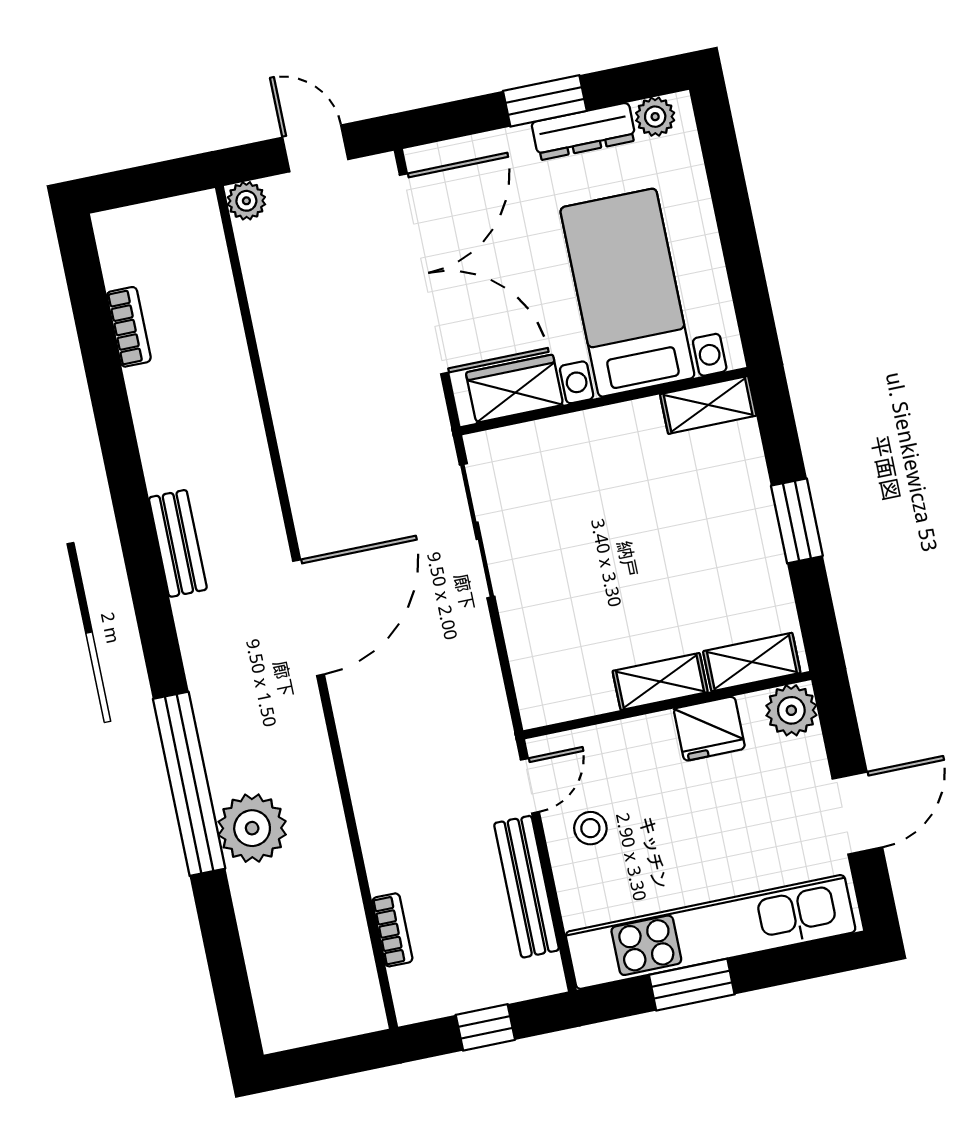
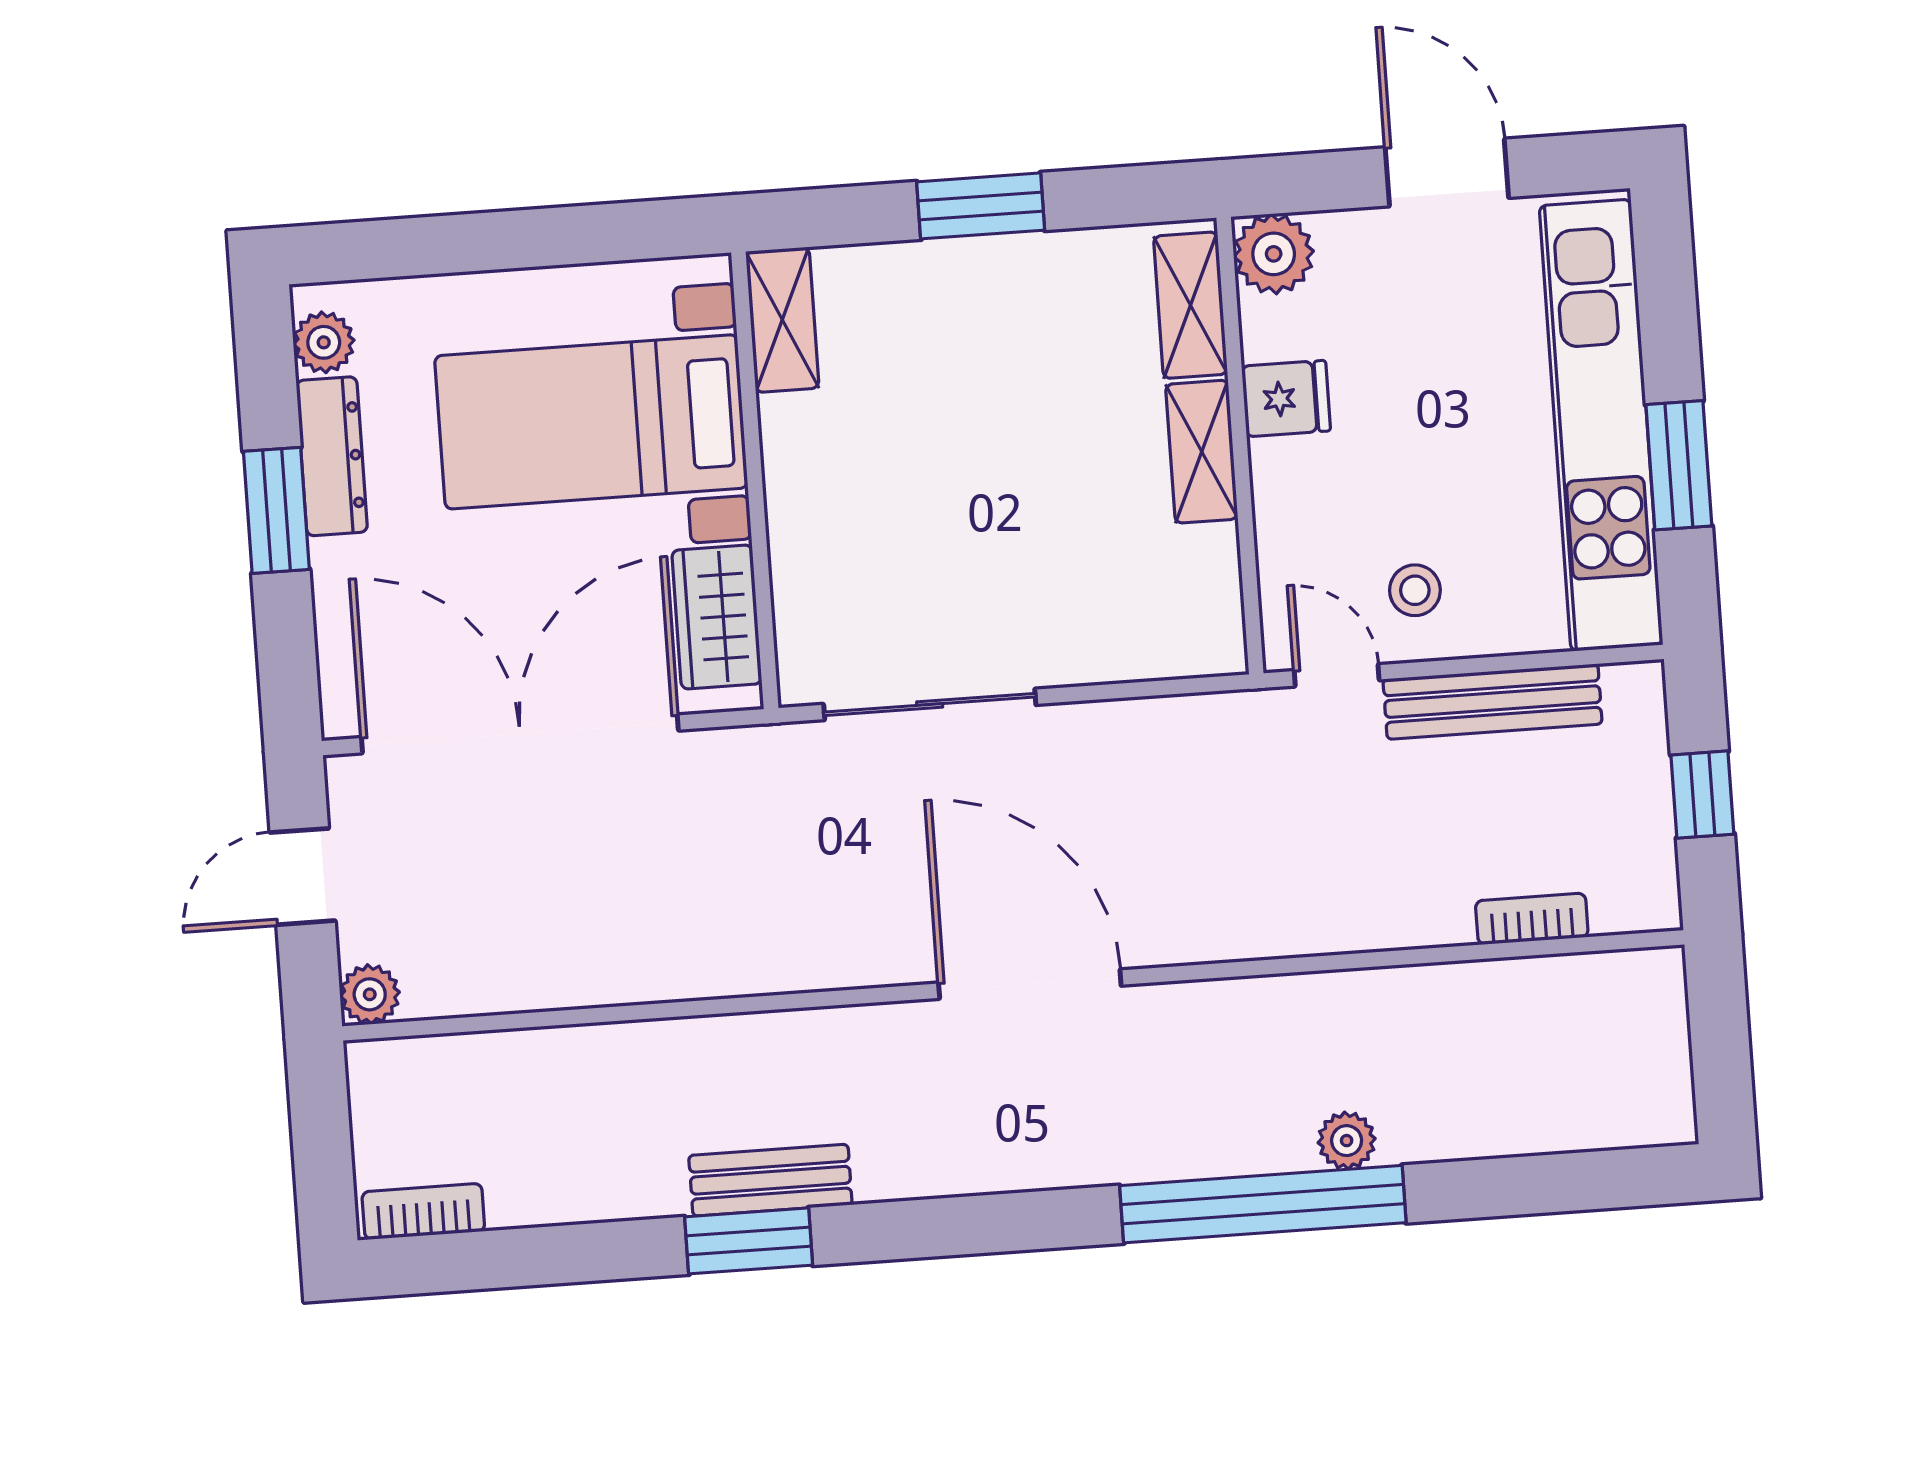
bookcase: (129, 327) -> (423, 1211), moved
window: (122, 461) -> (749, 1241), added
bench: (178, 543) -> (770, 1180), moved
fridge: (709, 729) -> (1286, 399), width x0.72
plant: (252, 828) -> (1347, 1141), width x0.53, depth x0.53

